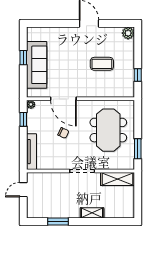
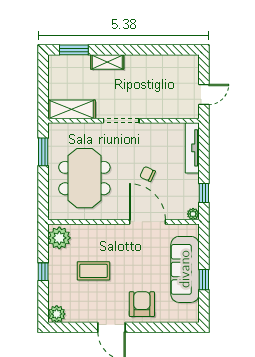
armchair: (67, 40) -> (142, 304), added
window: (138, 75) -> (43, 272), moved
plant: (126, 87) -> (59, 238), added
window: (58, 221) -> (74, 50), moved

